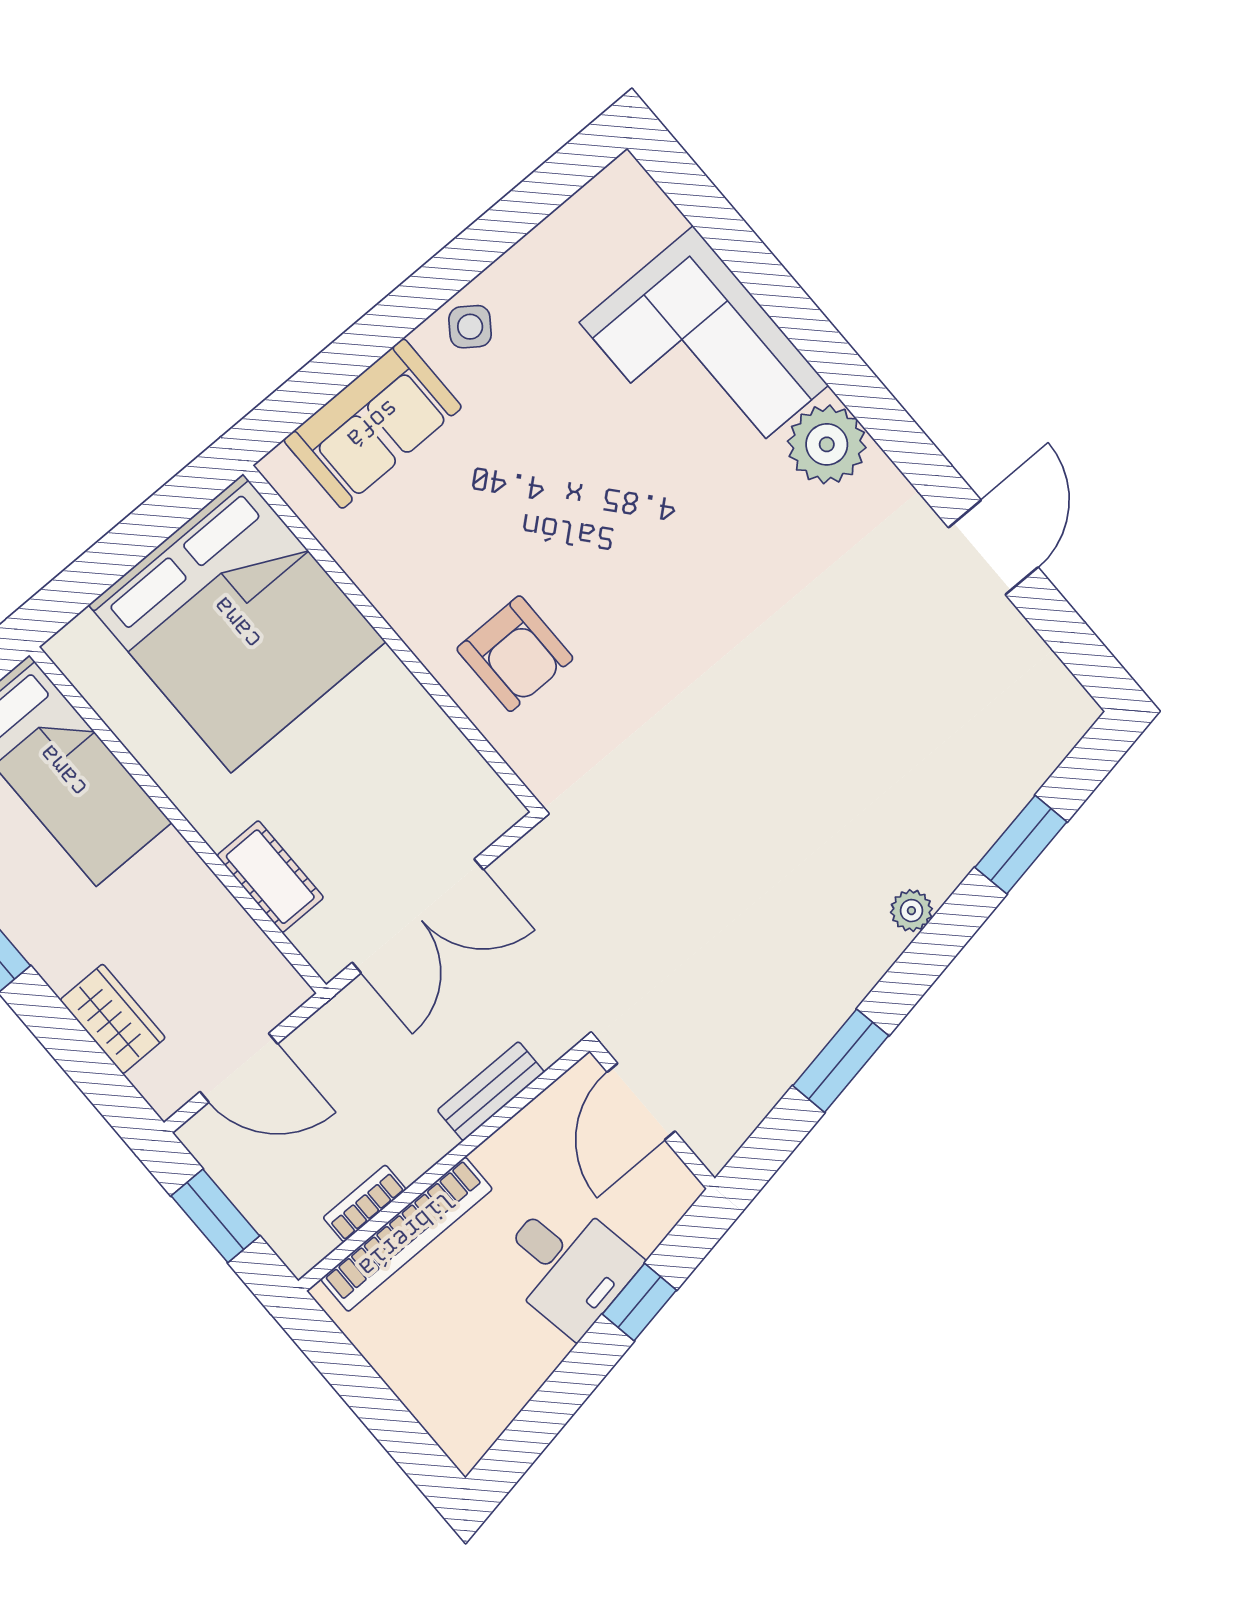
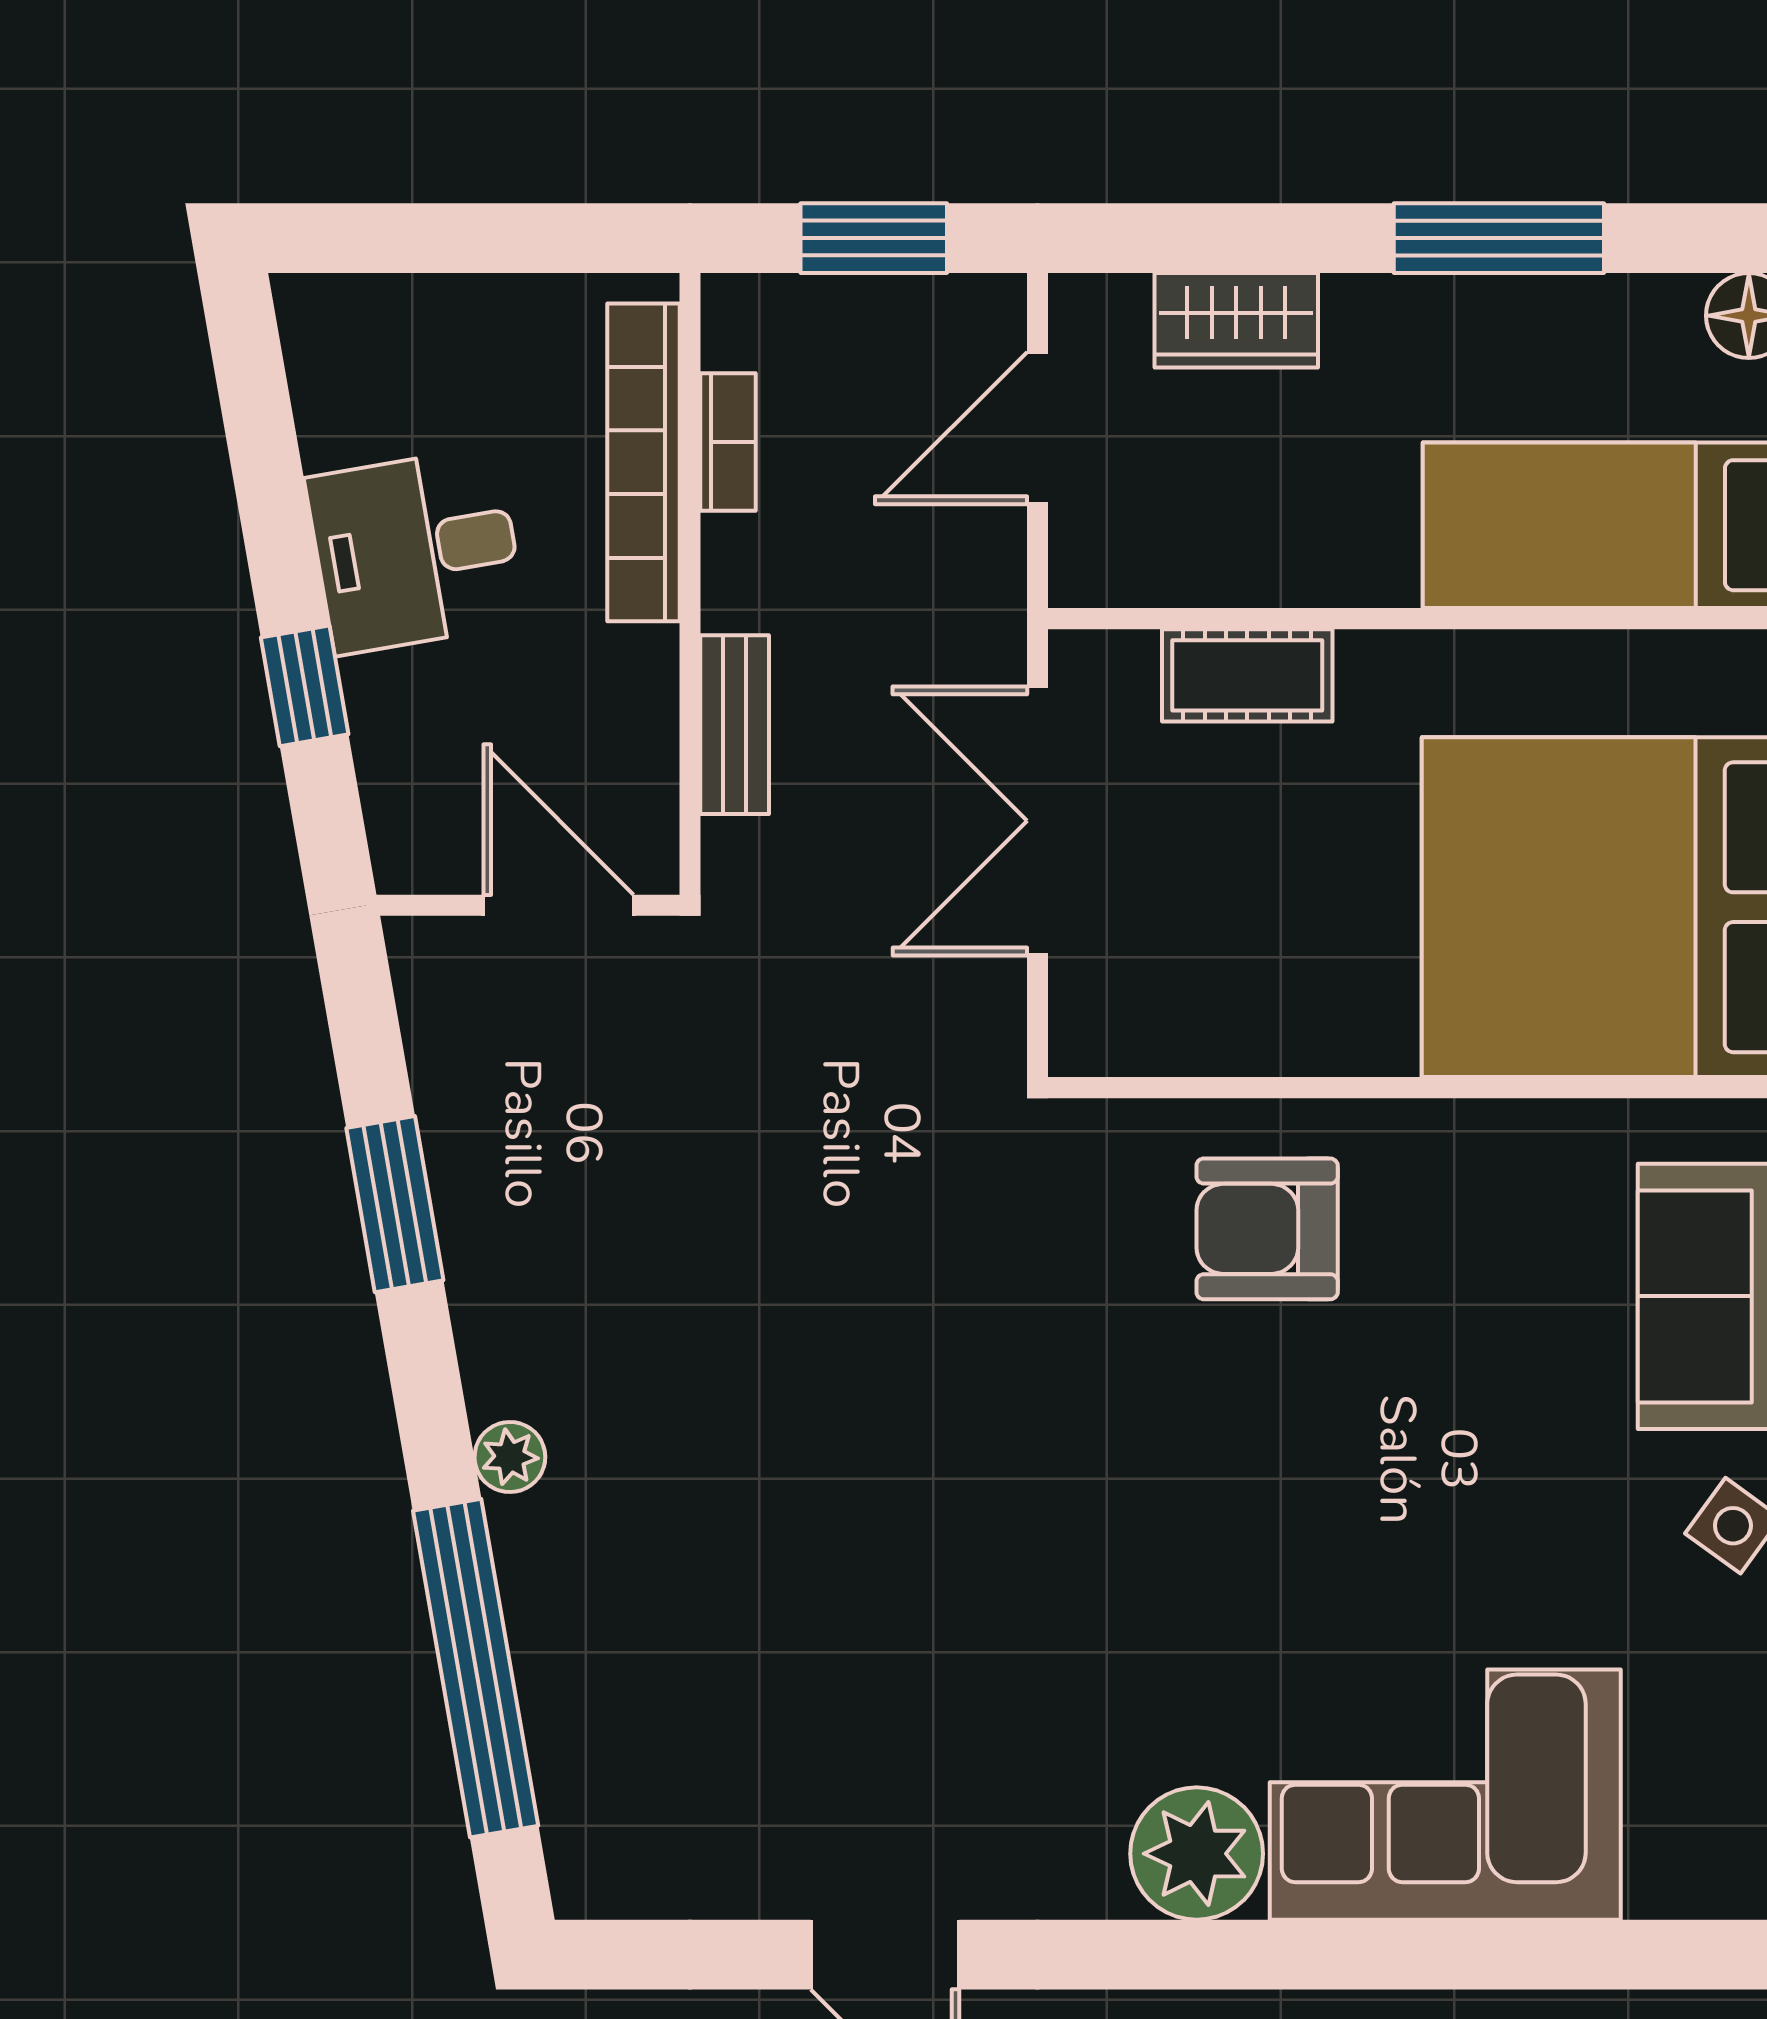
window: (1021, 845) -> (476, 1668), width x2.11
desk: (567, 1265) -> (416, 551), moved

